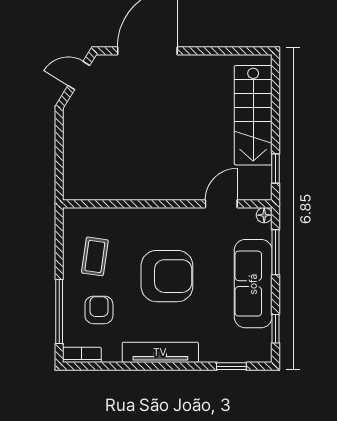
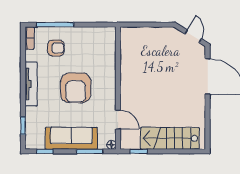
coffee table: (95, 256) -> (87, 46), removed

